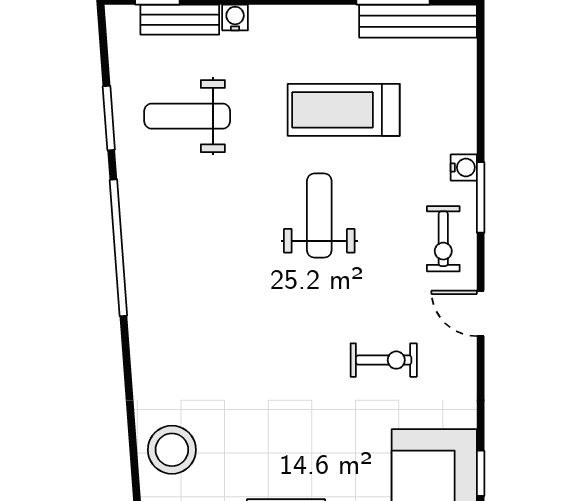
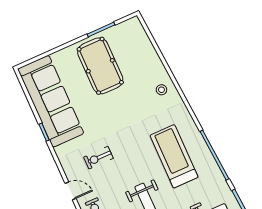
treadmill: (211, 286) -> (174, 156), added
stool: (172, 450) -> (161, 90), width x0.53, depth x0.53

